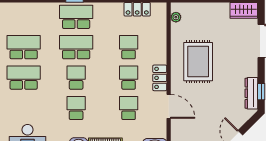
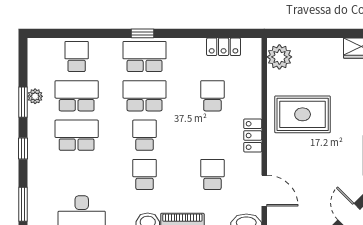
plant: (176, 17) -> (279, 57), width x1.87, depth x1.87
rug: (198, 62) -> (303, 114), turned 90
school desk: (129, 78) -> (77, 57), moved
door: (169, 106) -> (264, 191), moved

